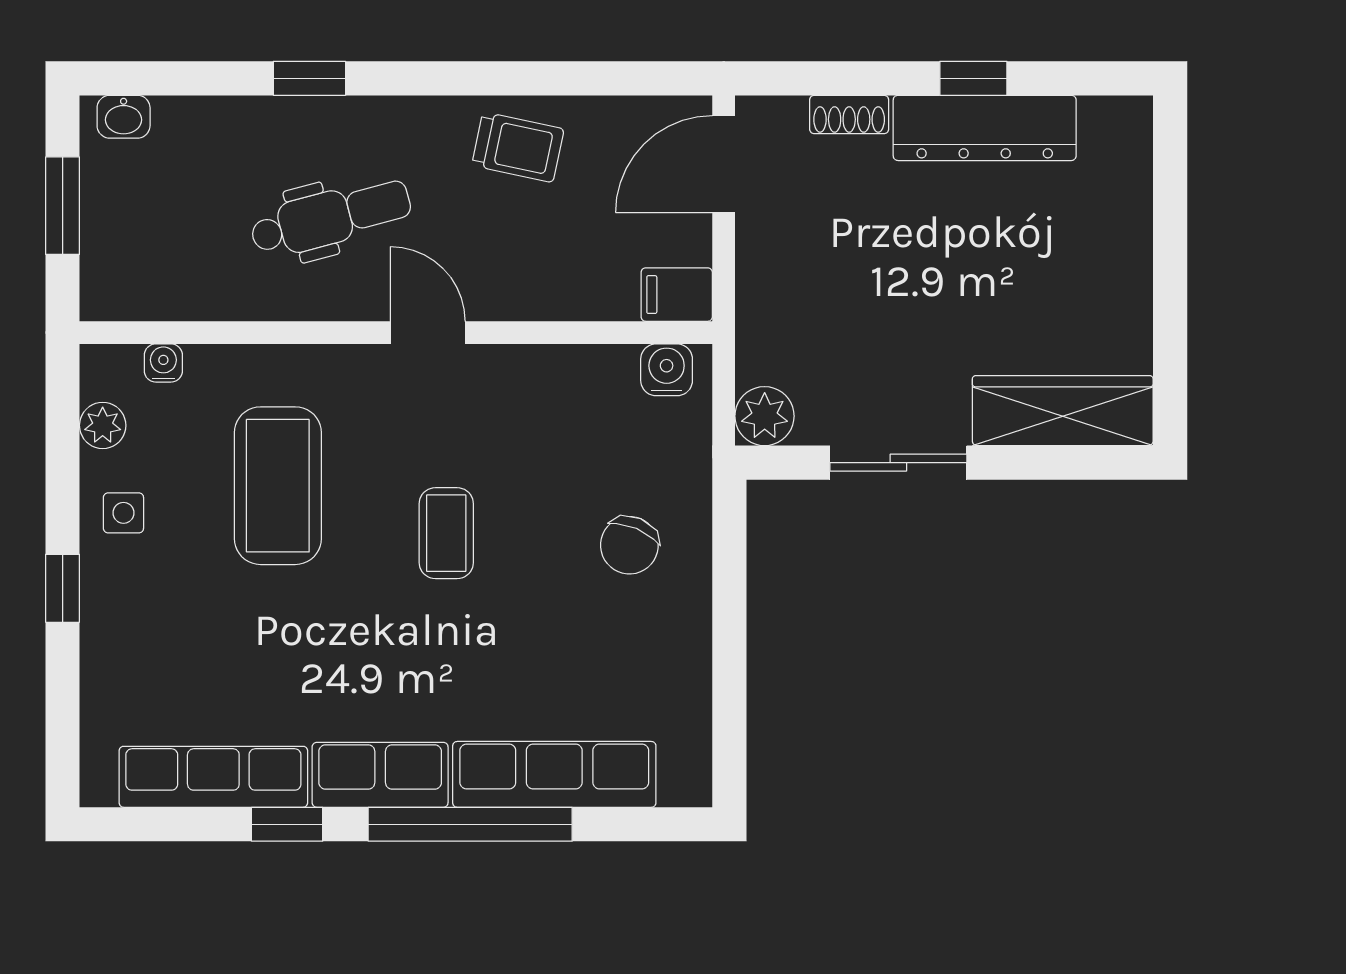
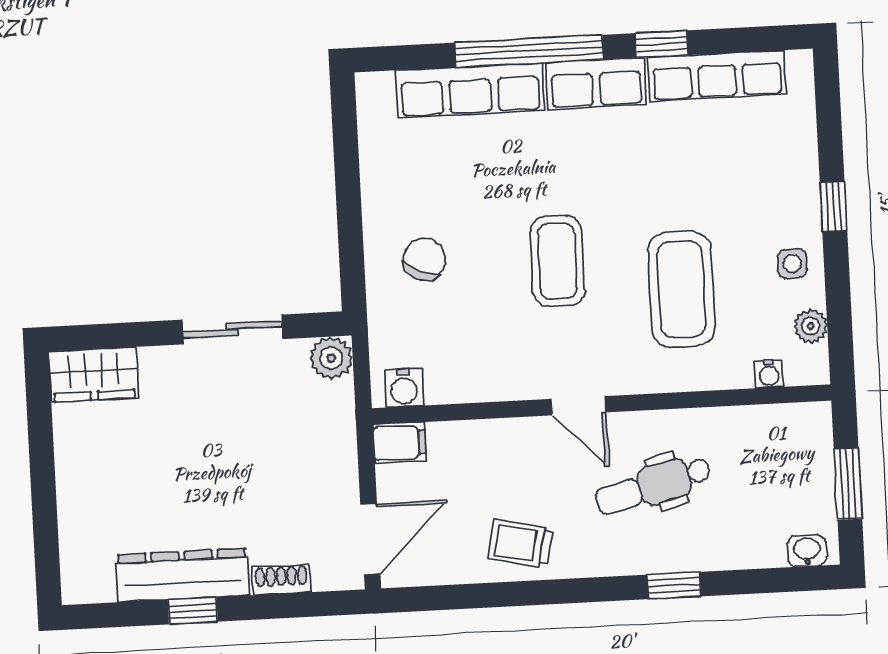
wardrobe: (1063, 411) -> (94, 374), width x0.67
coffee table: (446, 533) -> (557, 261), width x1.36, depth x1.30

